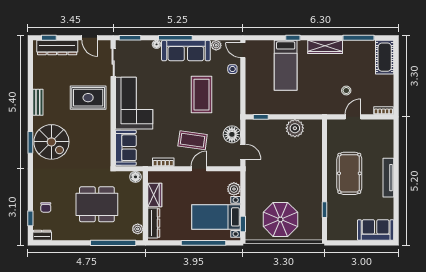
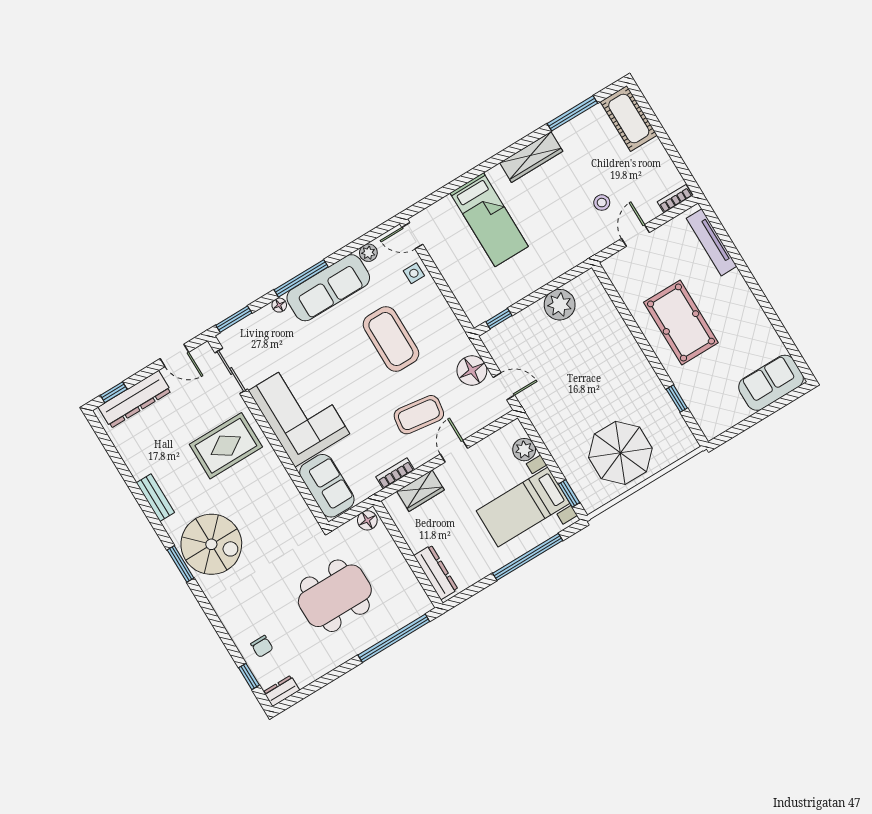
window: (293, 38) -> (475, 172), removed
tv unit: (388, 178) -> (712, 242), moved
wardrobe: (155, 195) -> (420, 491), moved, turned 90
plant: (138, 229) -> (417, 595), removed

